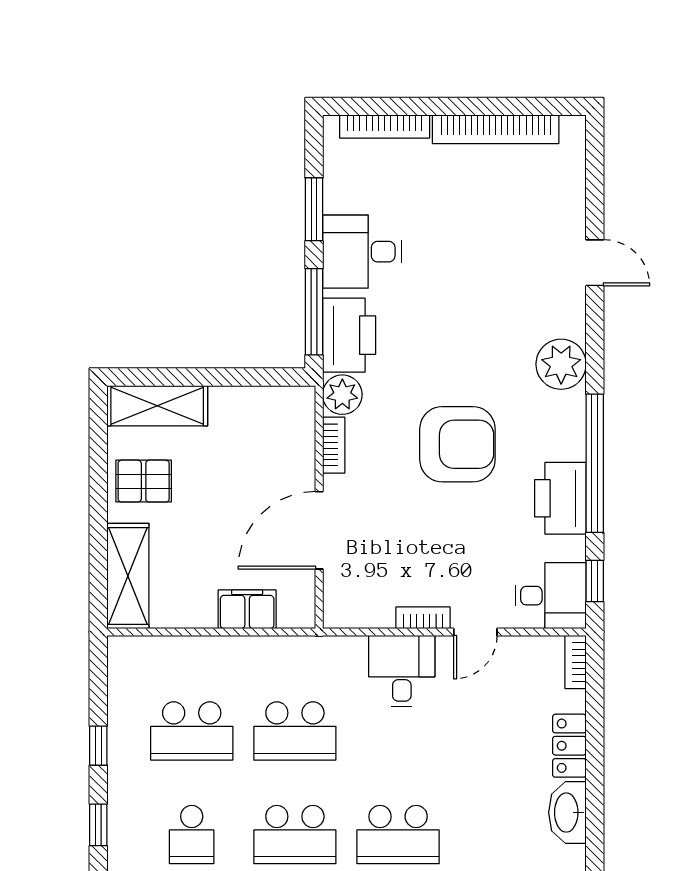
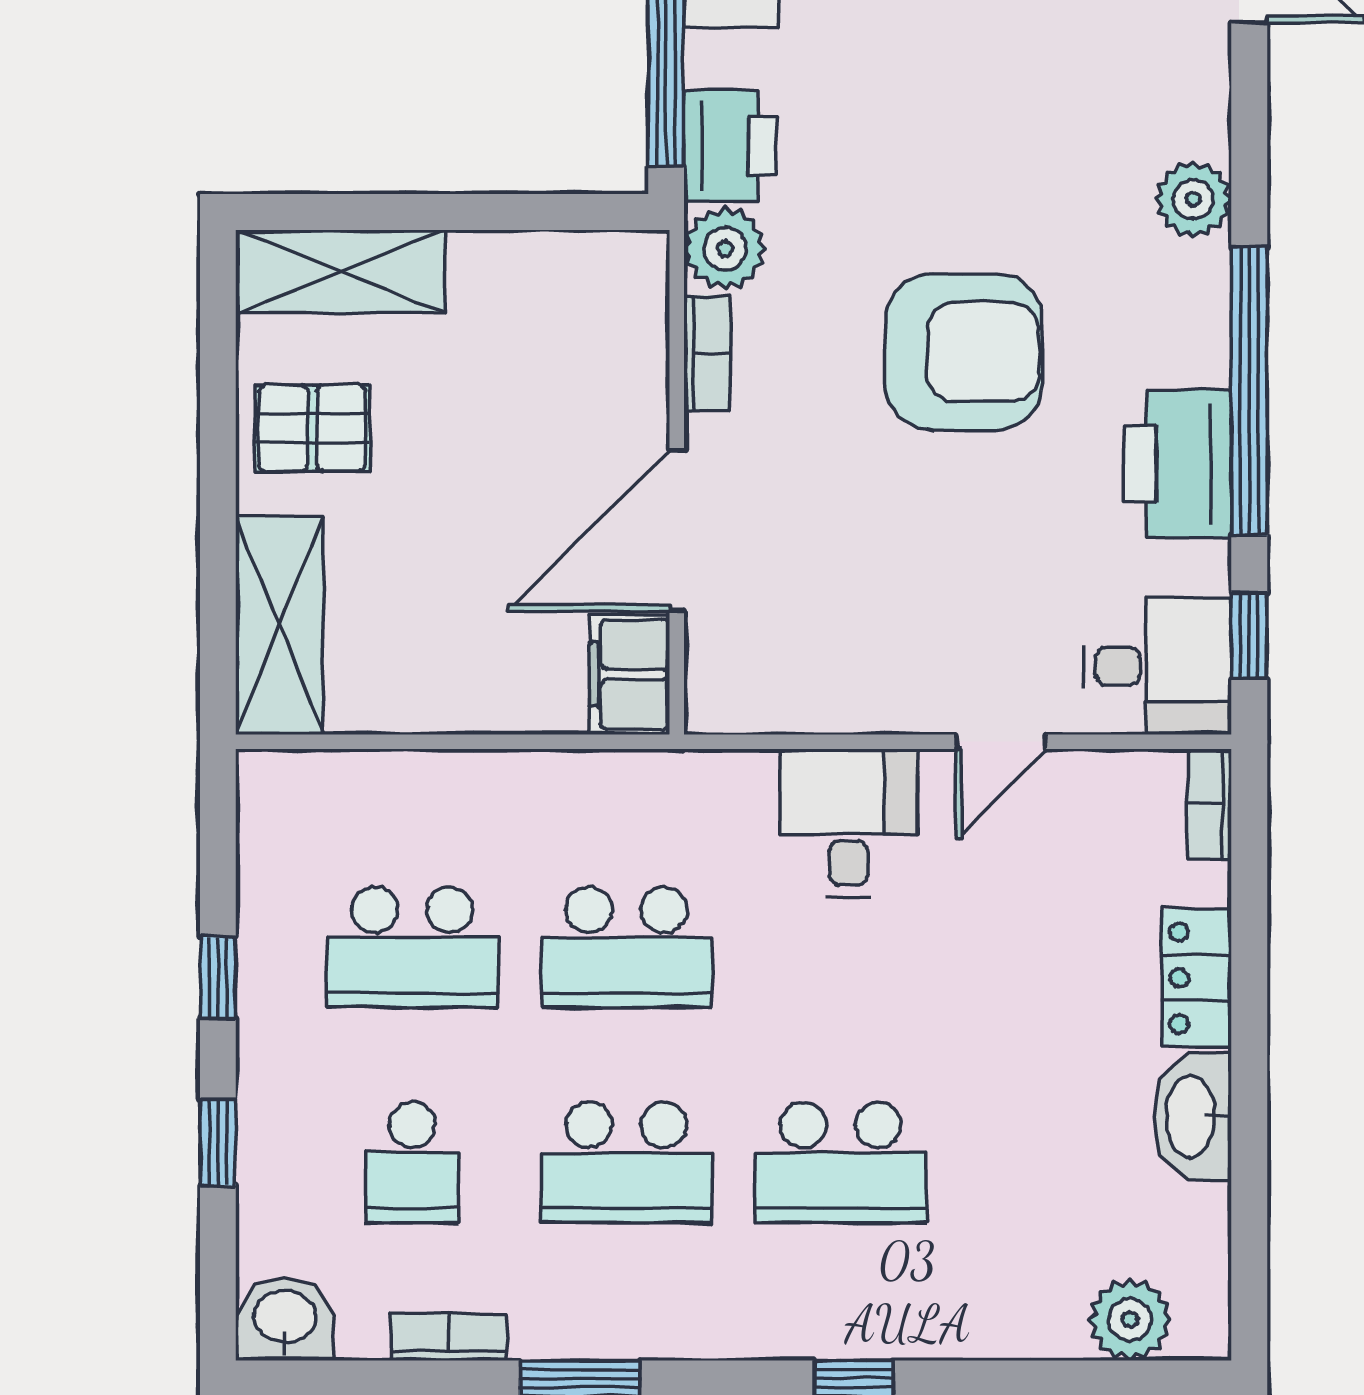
printer: (349, 335) -> (730, 146), width x0.73, depth x0.84
plant: (561, 364) -> (1193, 199), width x0.73, depth x0.73
filing cabinet: (247, 609) -> (629, 674), moved, turned -90
bookcase: (423, 618) -> (893, 712), removed

